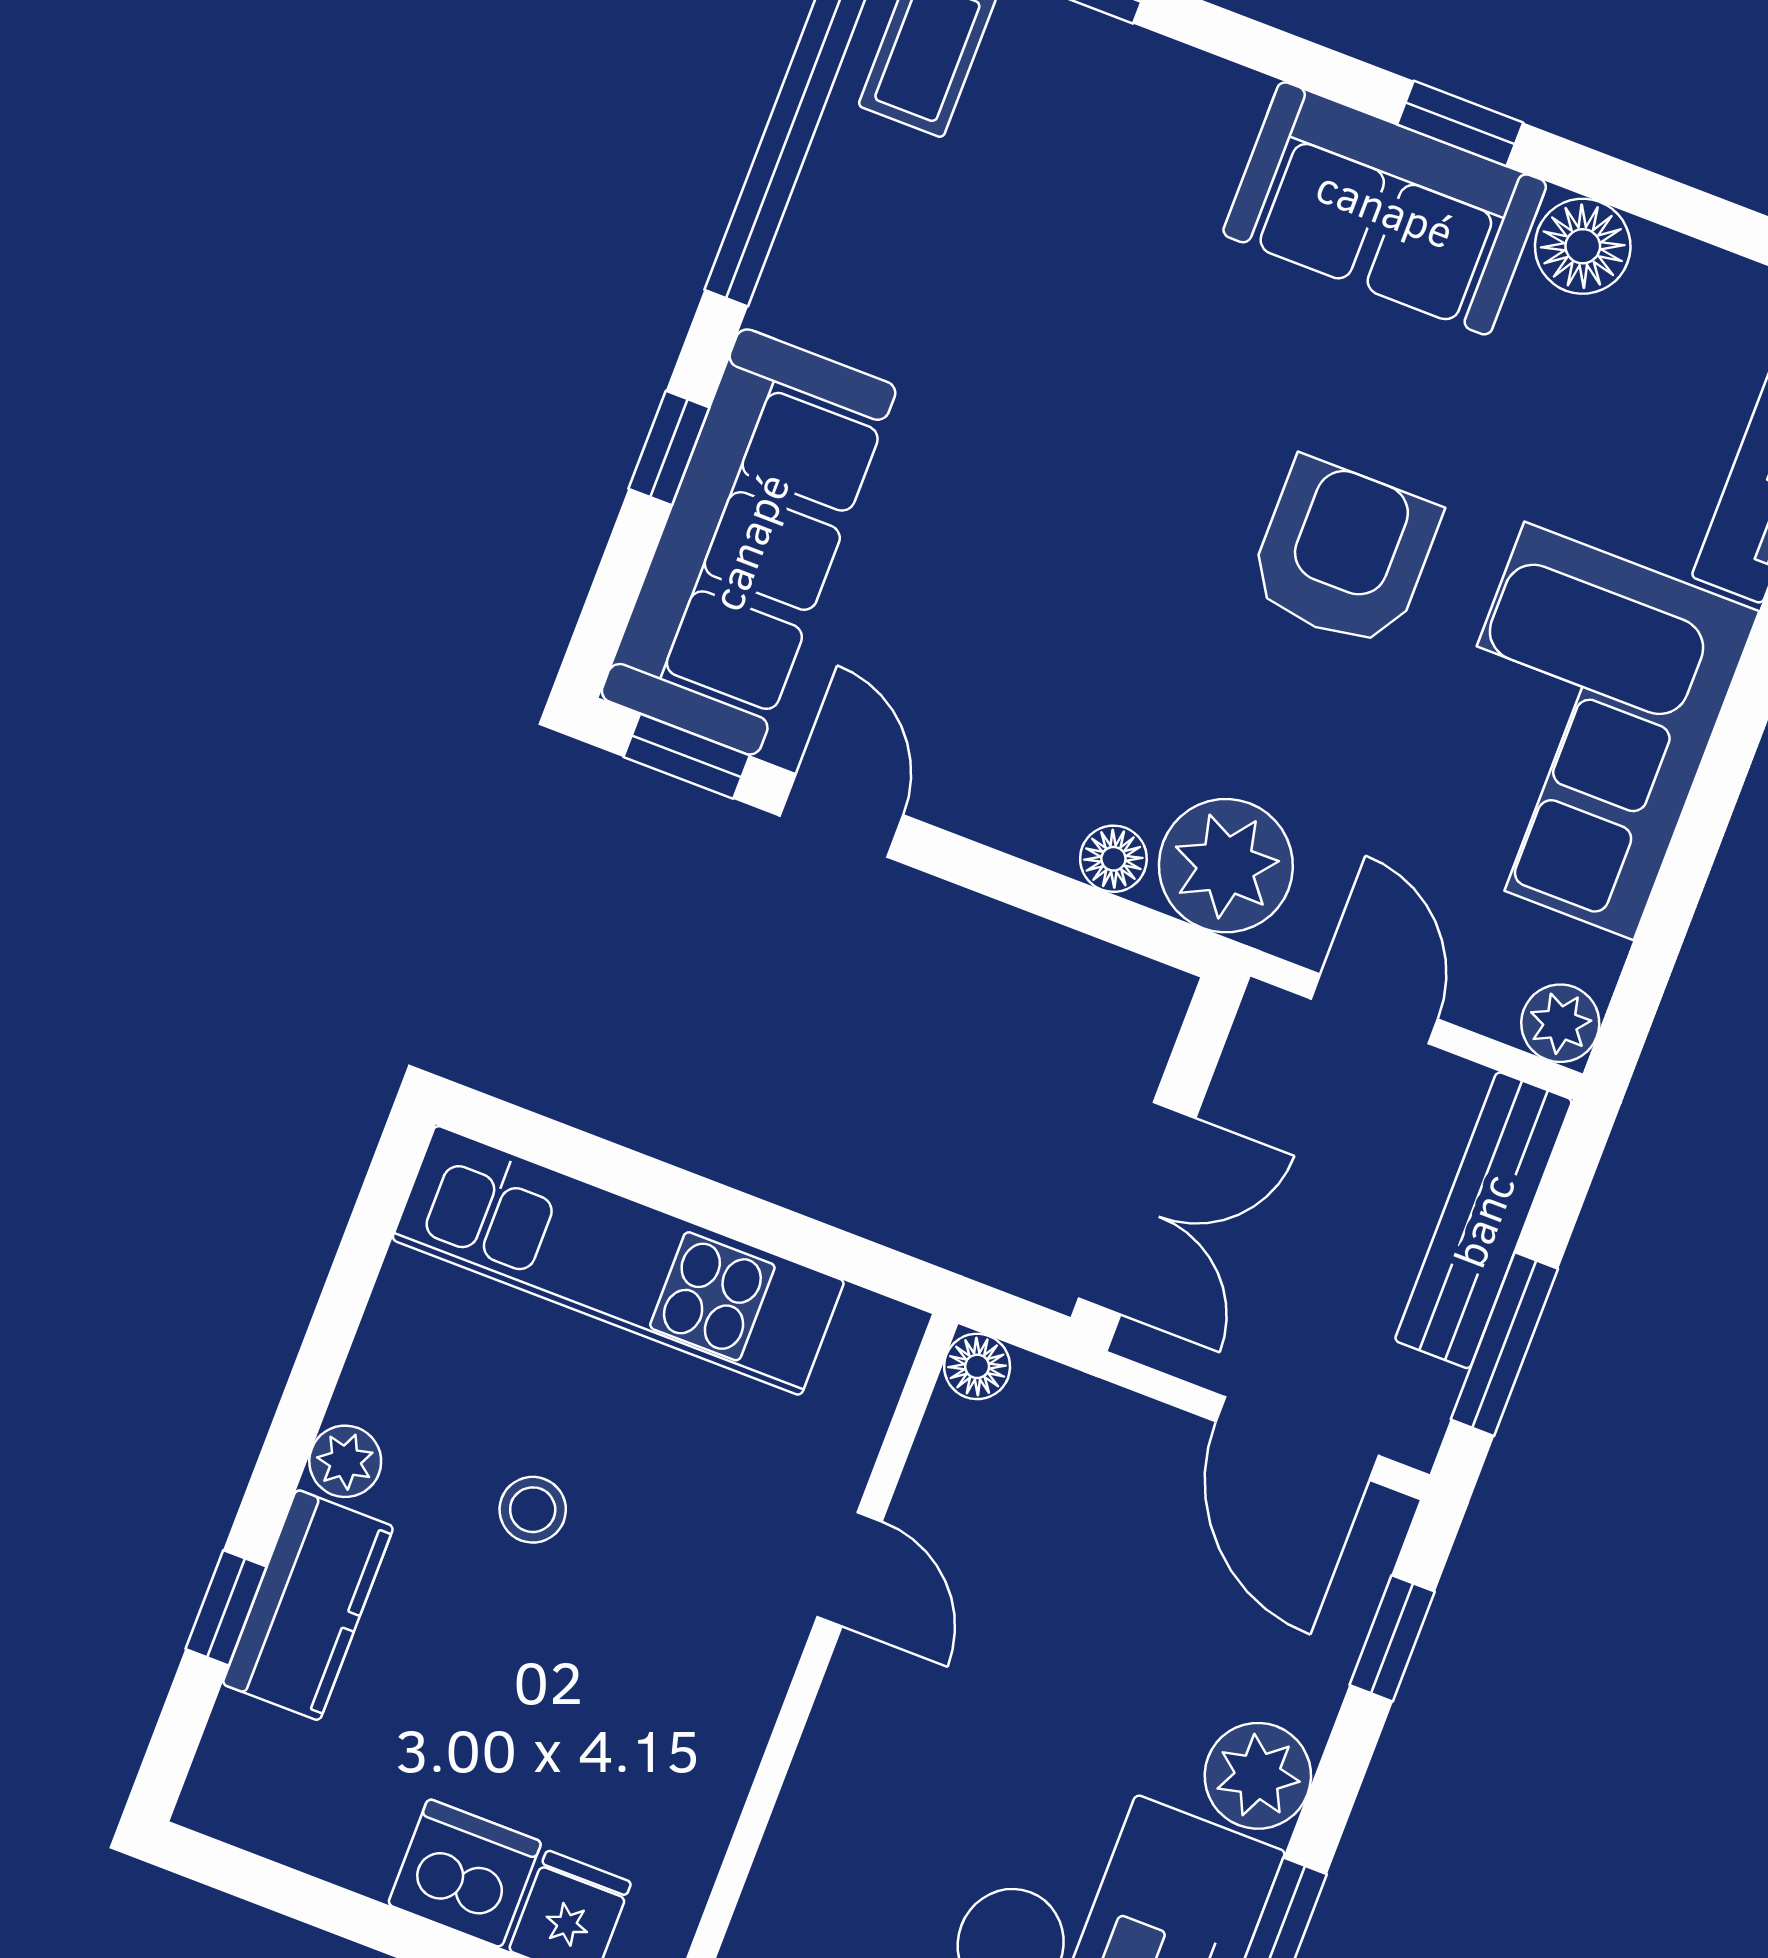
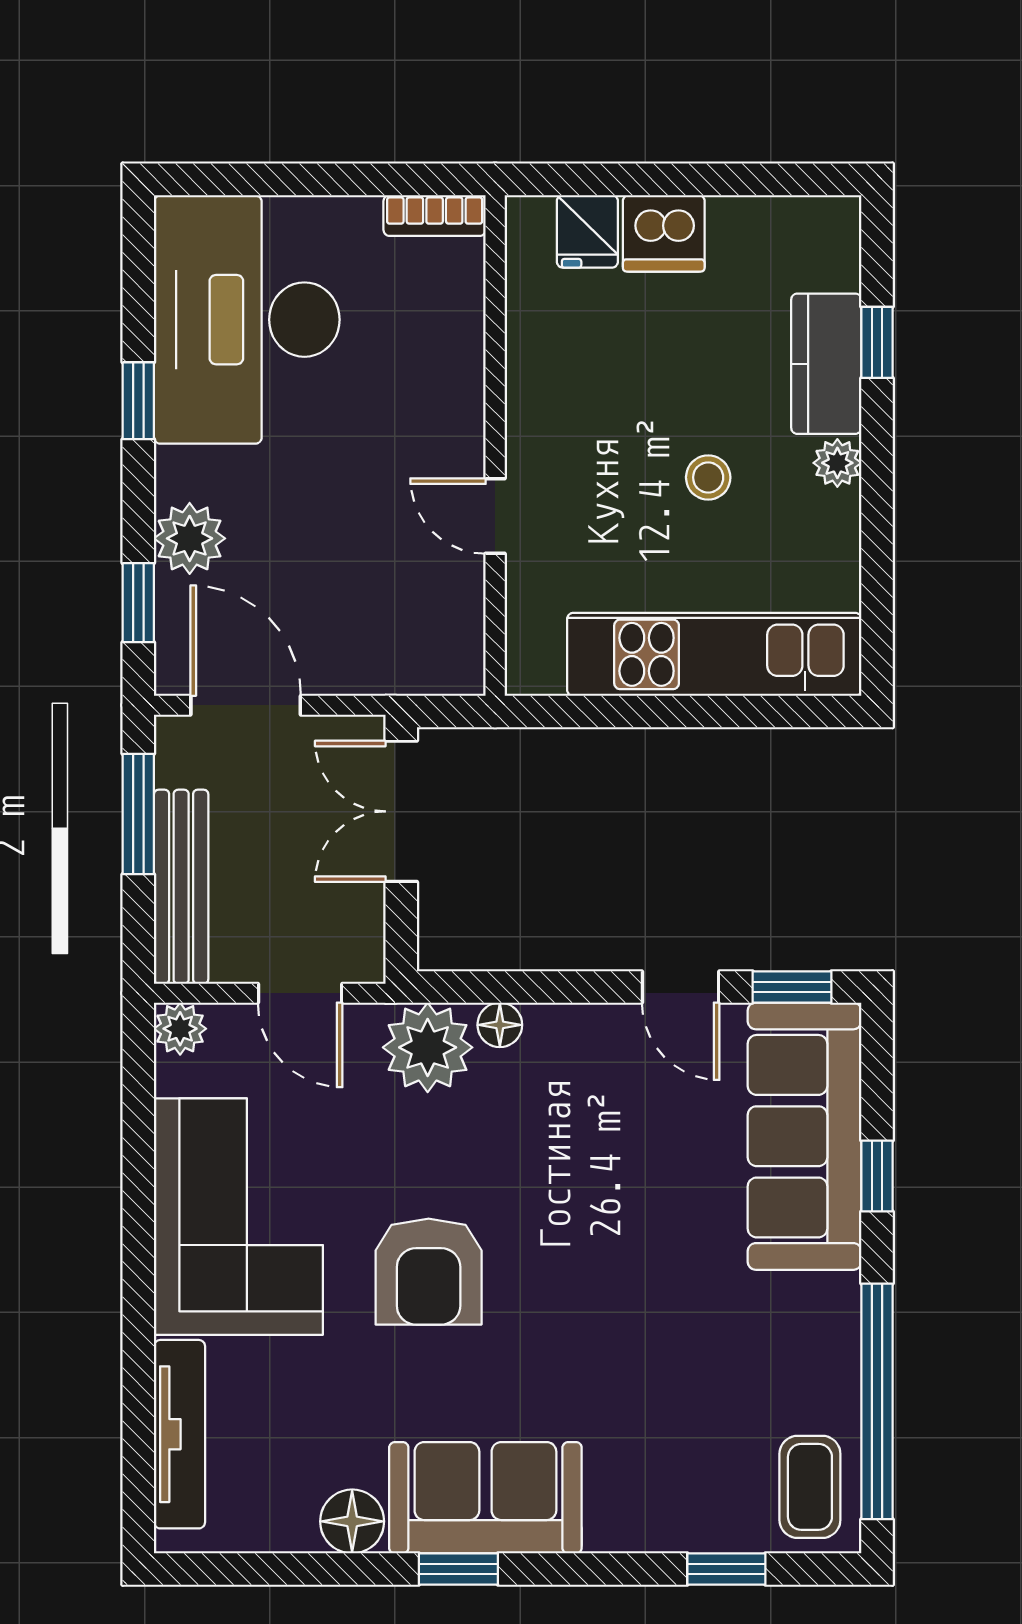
floor lamp: (977, 1366) -> (464, 674), removed
plant: (1258, 1776) -> (190, 538), moved

